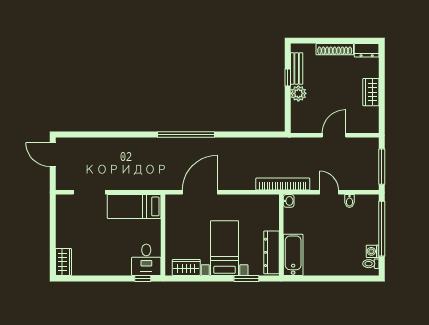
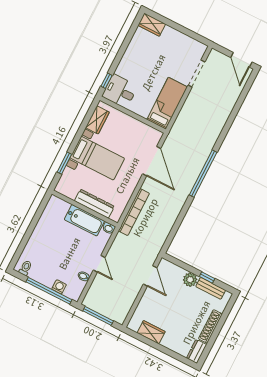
wardrobe: (371, 92) -> (151, 332), moved
door: (334, 135) -> (150, 276), moved
door: (53, 155) -> (241, 60), swing flipped
bookcase: (283, 184) -> (134, 212), moved
door: (329, 192) -> (99, 264), hinge flipped
washing machine: (373, 251) -> (59, 287), moved
dresser: (271, 252) -> (94, 204), moved
bathtub: (293, 255) -> (84, 220), moved

